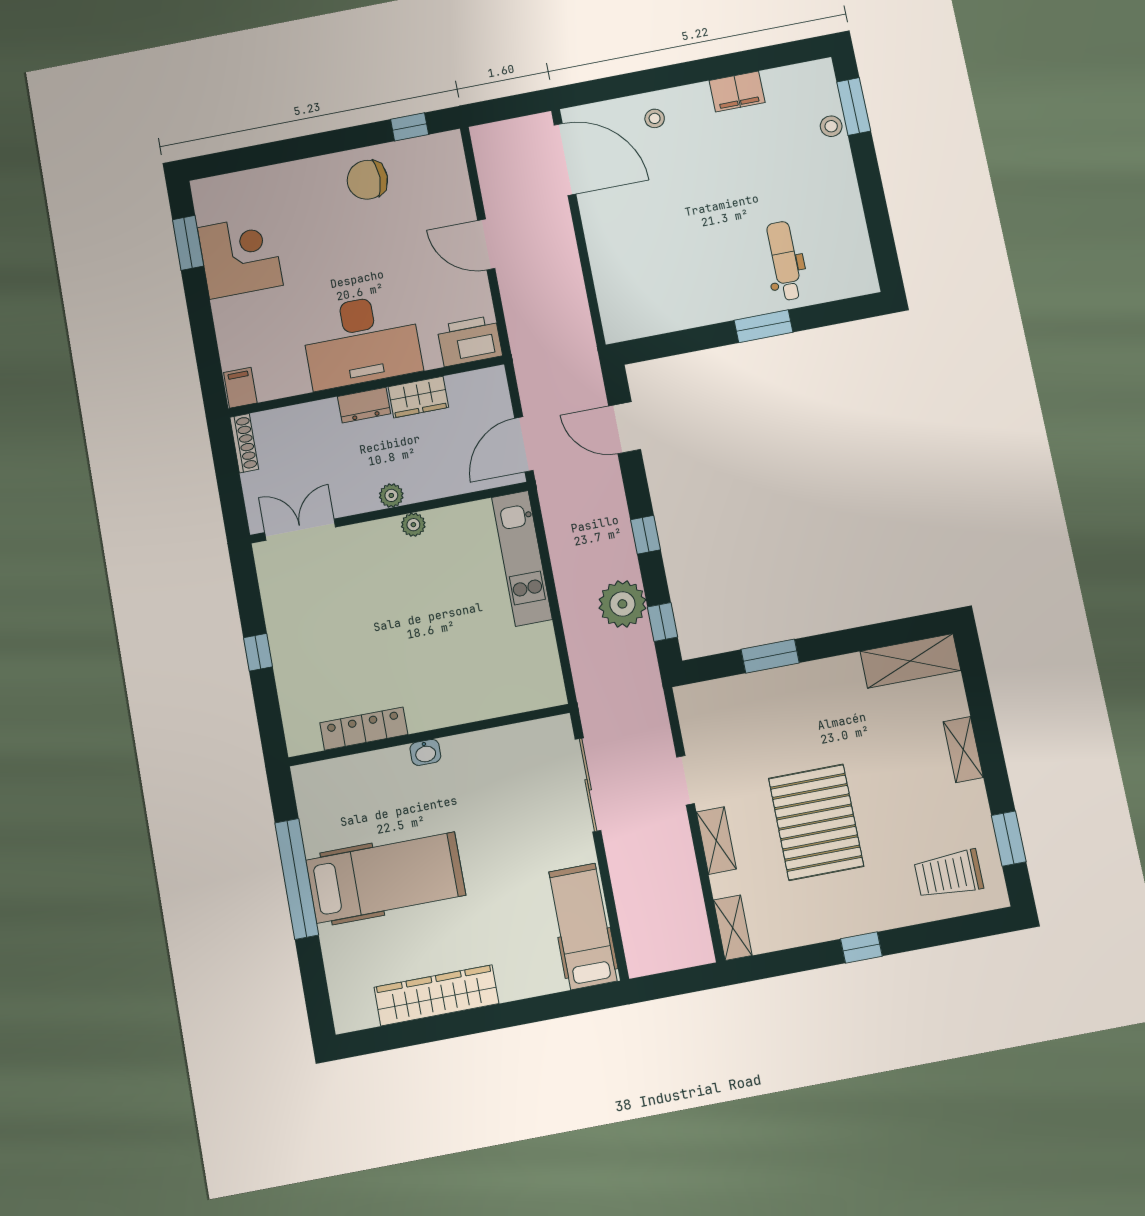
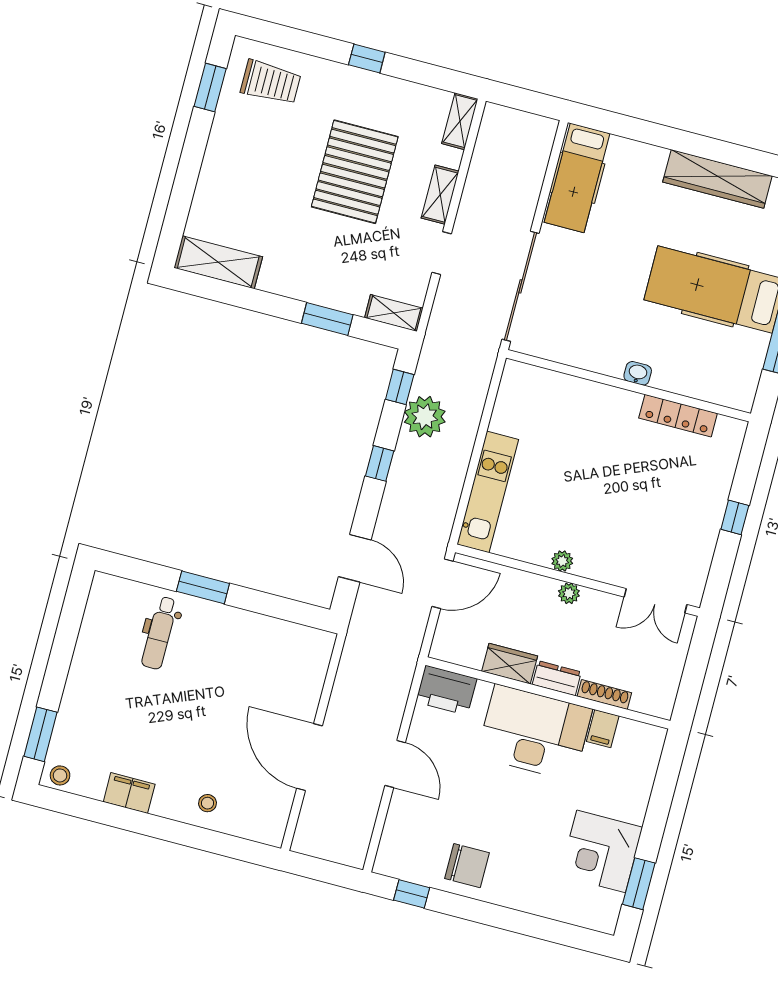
stool: (831, 126) -> (60, 775), moved
door: (565, 159) -> (309, 757), moved
filing cabinet: (240, 388) -> (603, 729), moved
shoe rack: (244, 443) -> (604, 694), moved, turned 90
shelving: (963, 750) -> (394, 313), moved, turned 90
sliding door: (588, 785) -> (520, 286), width x1.36

